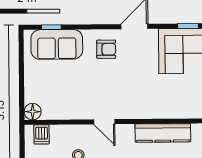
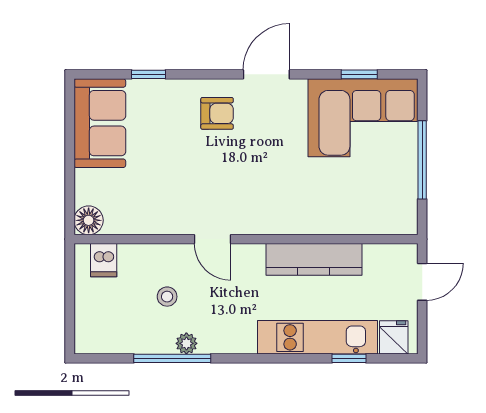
window: (51, 27) -> (148, 74), moved
sofa: (57, 44) -> (100, 123), moved, turned -90

